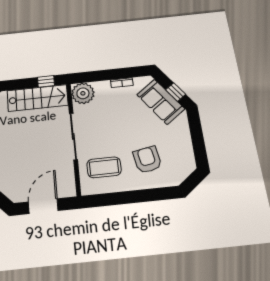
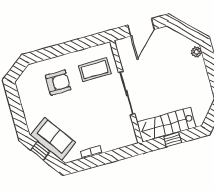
window: (46, 81) -> (173, 139), moved
plant: (83, 93) -> (125, 136), removed
armchair: (147, 160) -> (58, 83), turned -80

